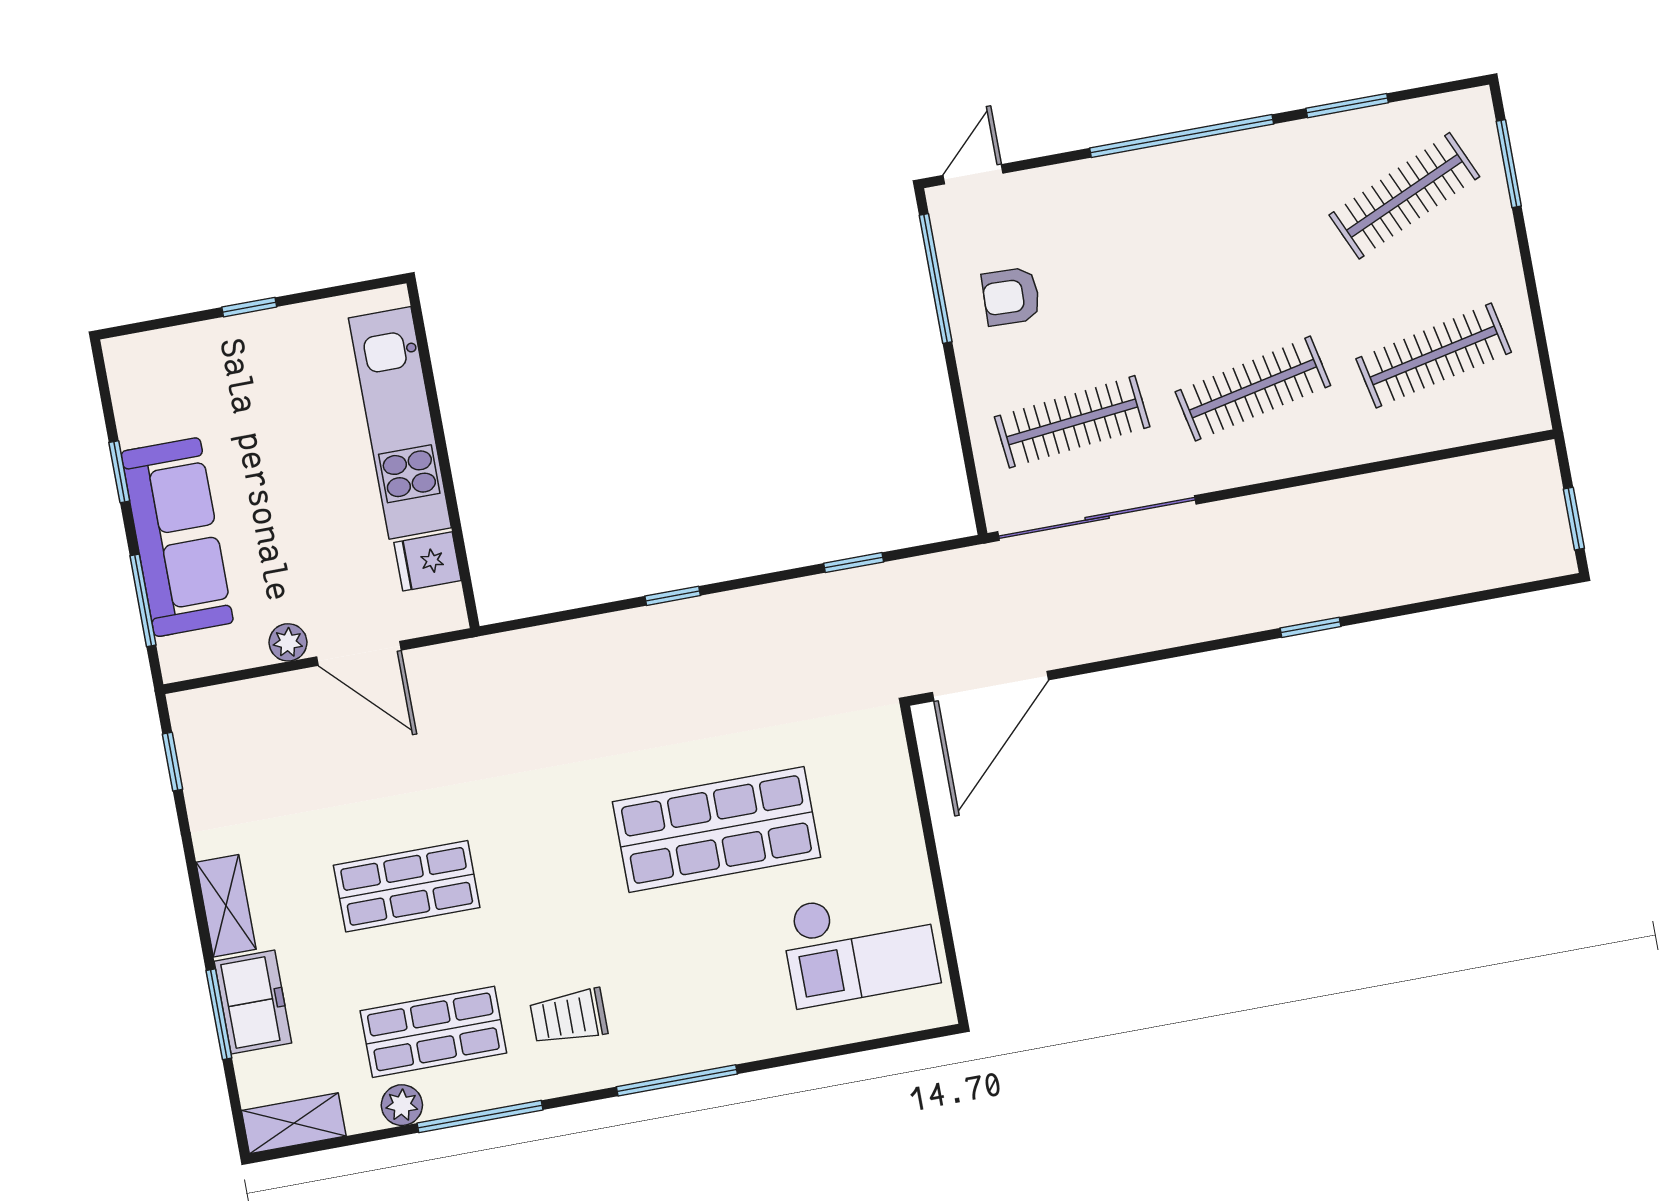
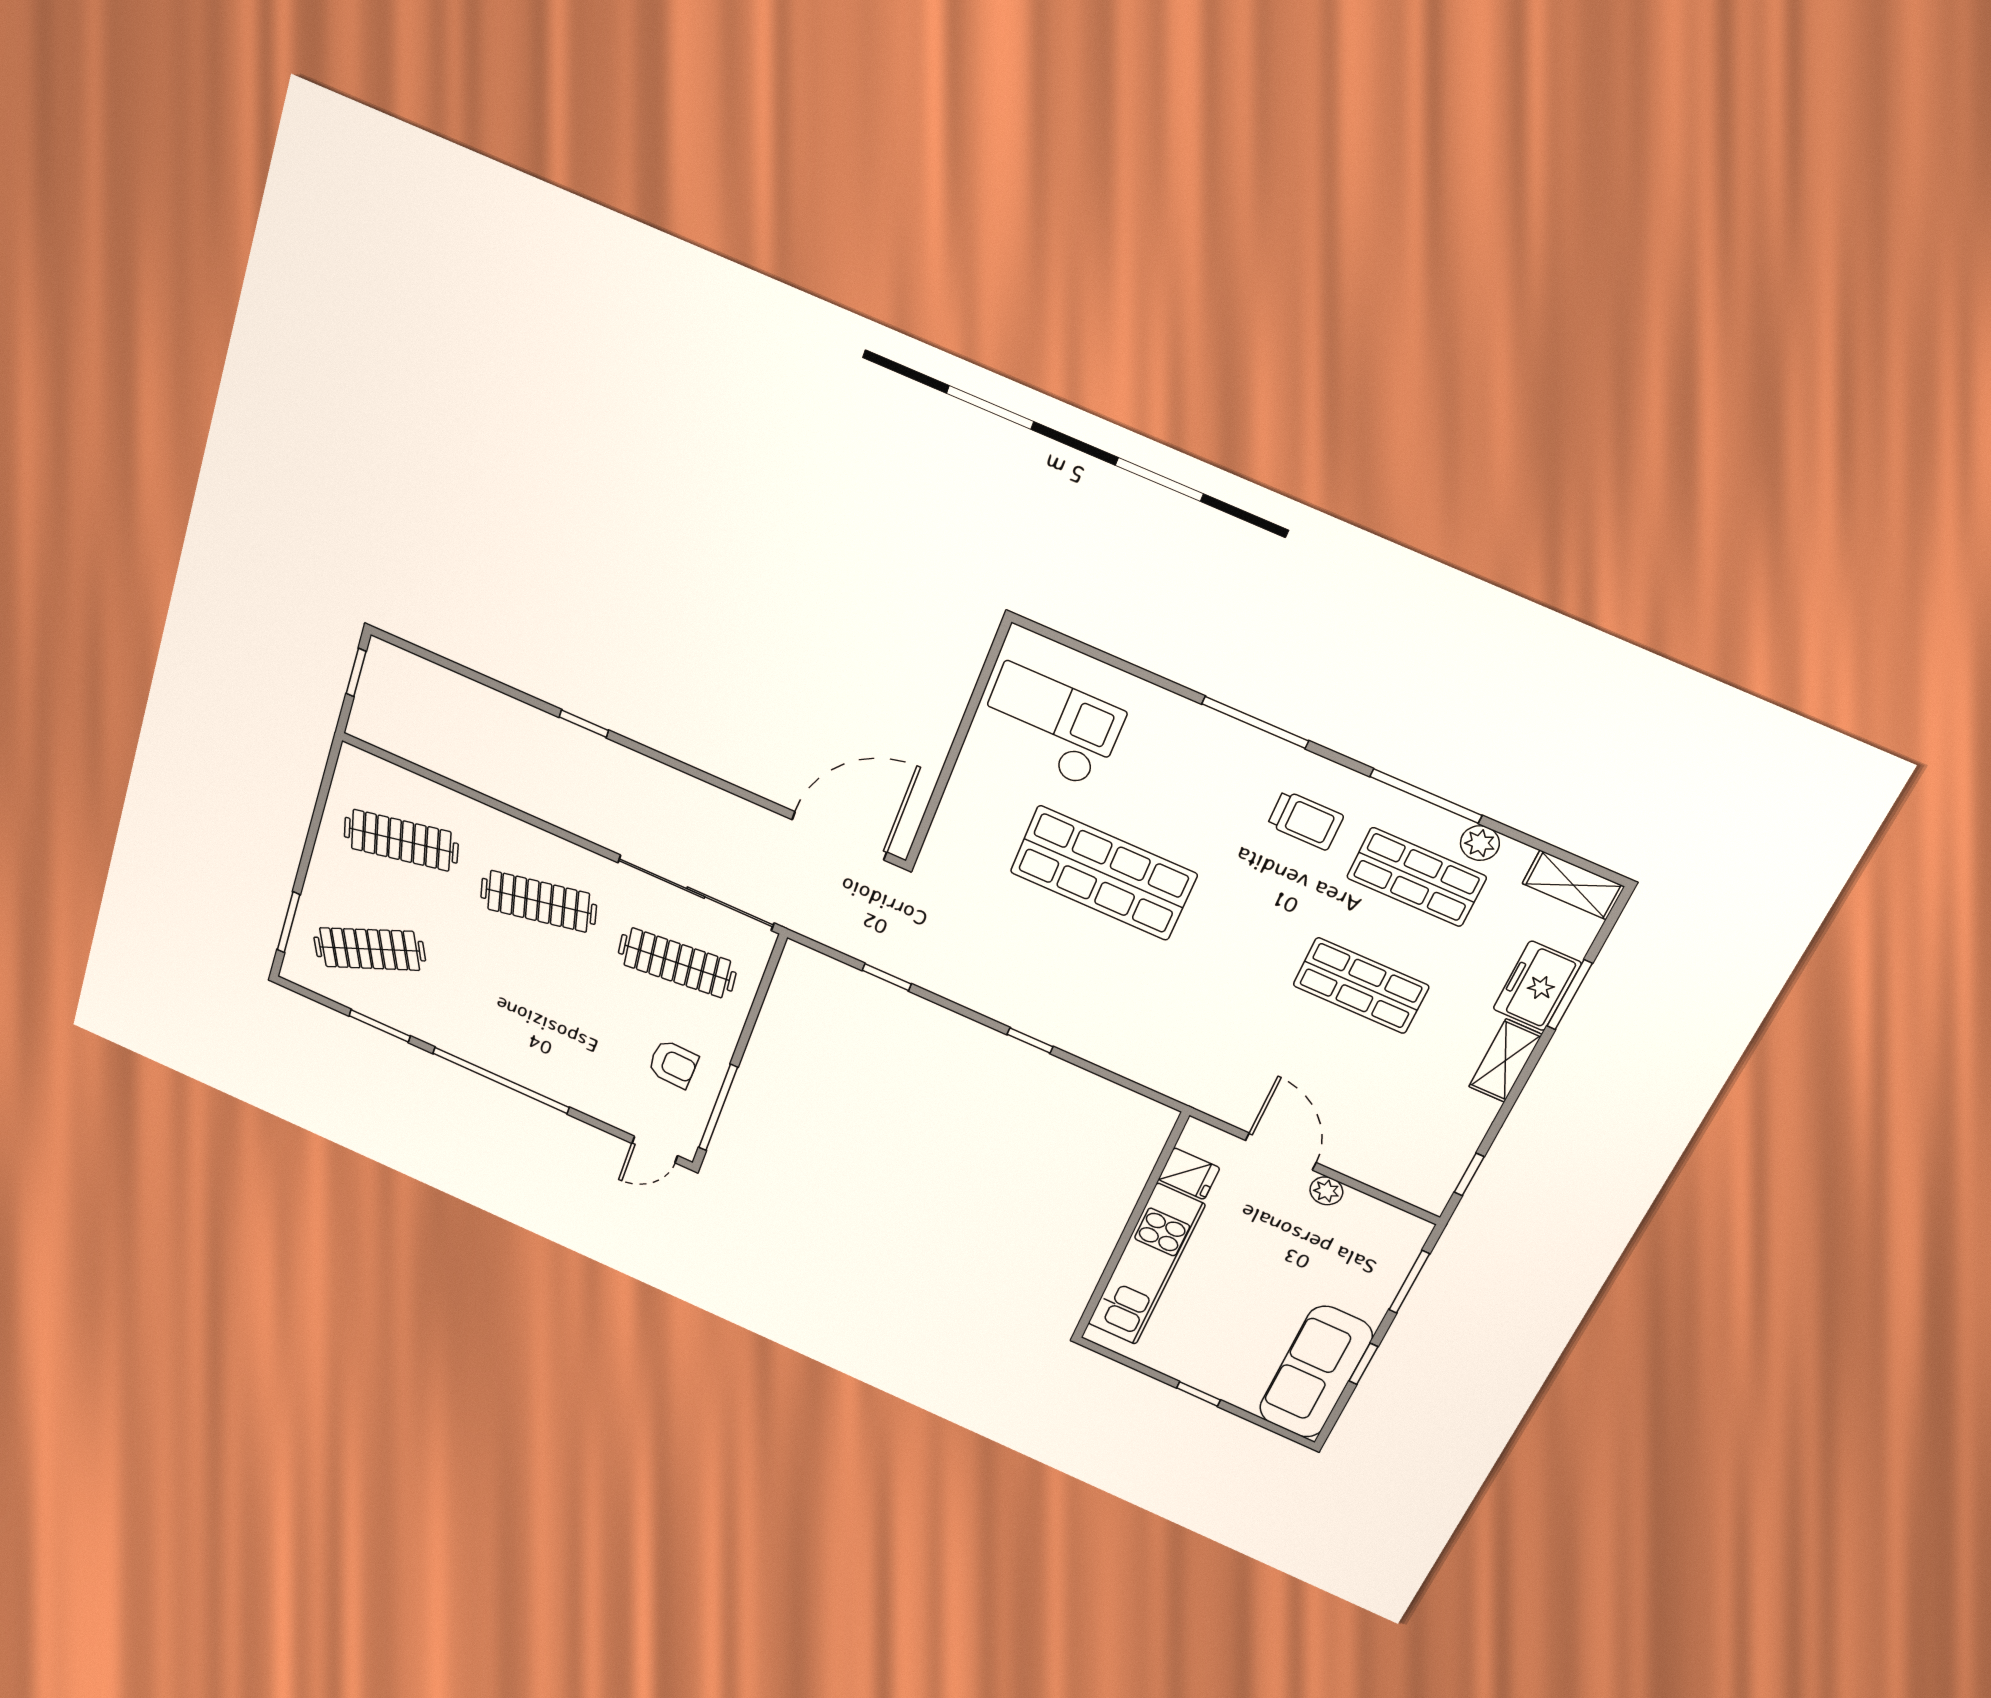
sofa: (177, 537) -> (1316, 1372), moved

